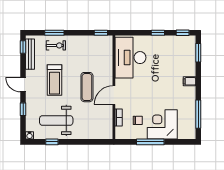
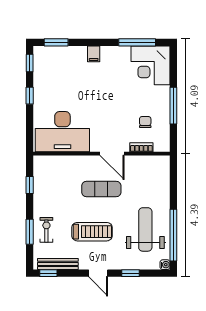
window: (101, 33) -> (30, 185), moved
door: (23, 85) -> (98, 273), hinge flipped
weight bench: (56, 120) -> (145, 229), turned 180
corner desk: (162, 124) -> (151, 65), moved
window: (52, 142) -> (173, 235), width x3.17

